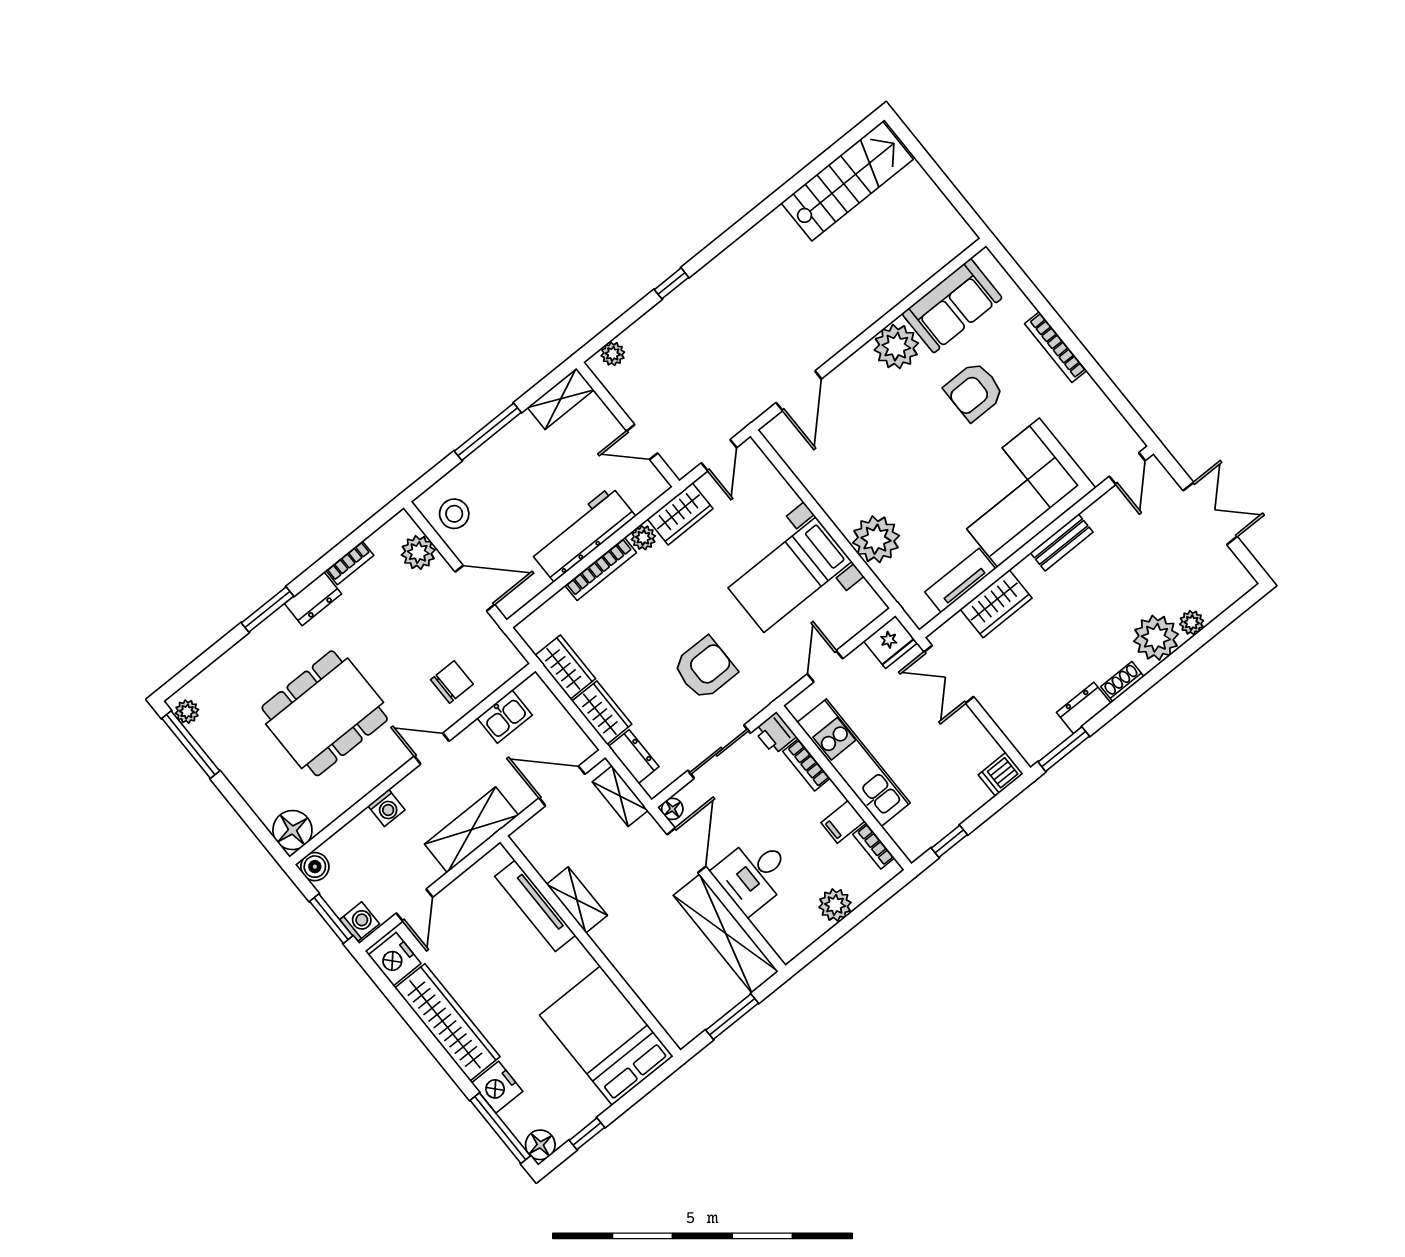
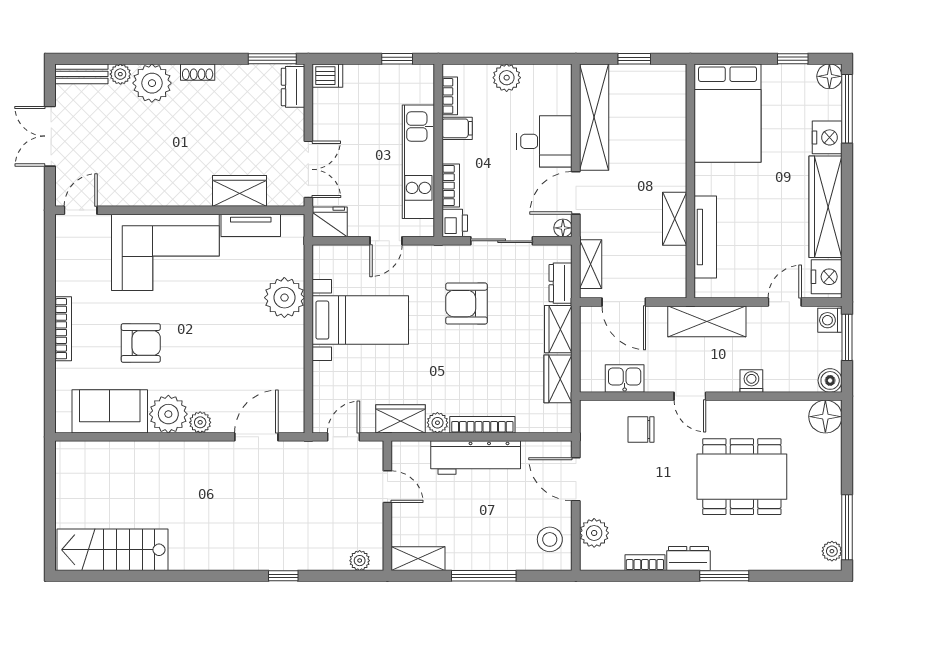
plant: (861, 363) -> (200, 422), added
bench: (1062, 542) -> (82, 74), moved
dresser: (1084, 708) -> (293, 87), moved, turned 90
window: (732, 1017) -> (634, 59), width x0.67

